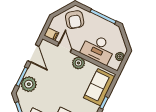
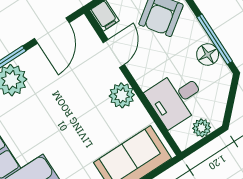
floor lamp: (104, 25) -> (208, 55), added
desk: (98, 49) -> (176, 98), width x0.73

